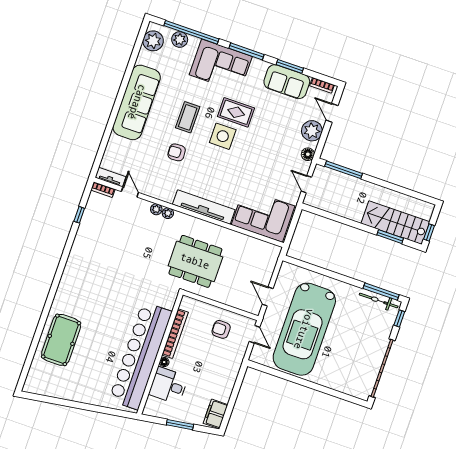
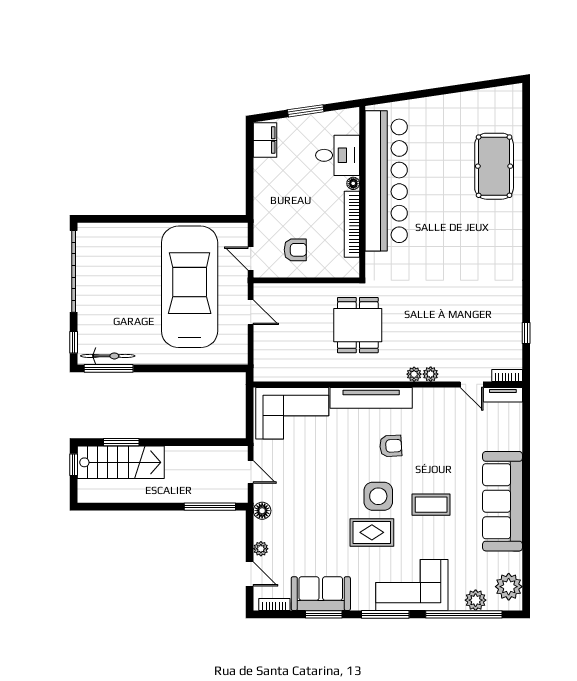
coffee table: (188, 117) -> (431, 505), turned 90
plant: (312, 131) -> (261, 549), width x0.53, depth x0.53
armchair: (177, 152) -> (391, 446), moved
dining table: (195, 261) -> (358, 325), width x0.73

